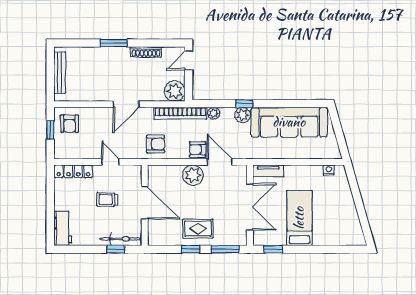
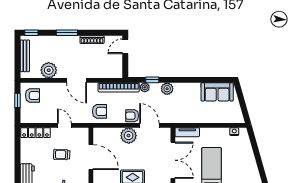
window: (68, 43) -> (31, 33), added
plant: (175, 91) -> (49, 70), moved
door: (126, 104) -> (77, 80), hinge flipped
window: (244, 104) -> (152, 80), moved
sofa: (289, 122) -> (217, 92), width x0.54, depth x0.79
armchair: (69, 124) -> (32, 95), turned -90

